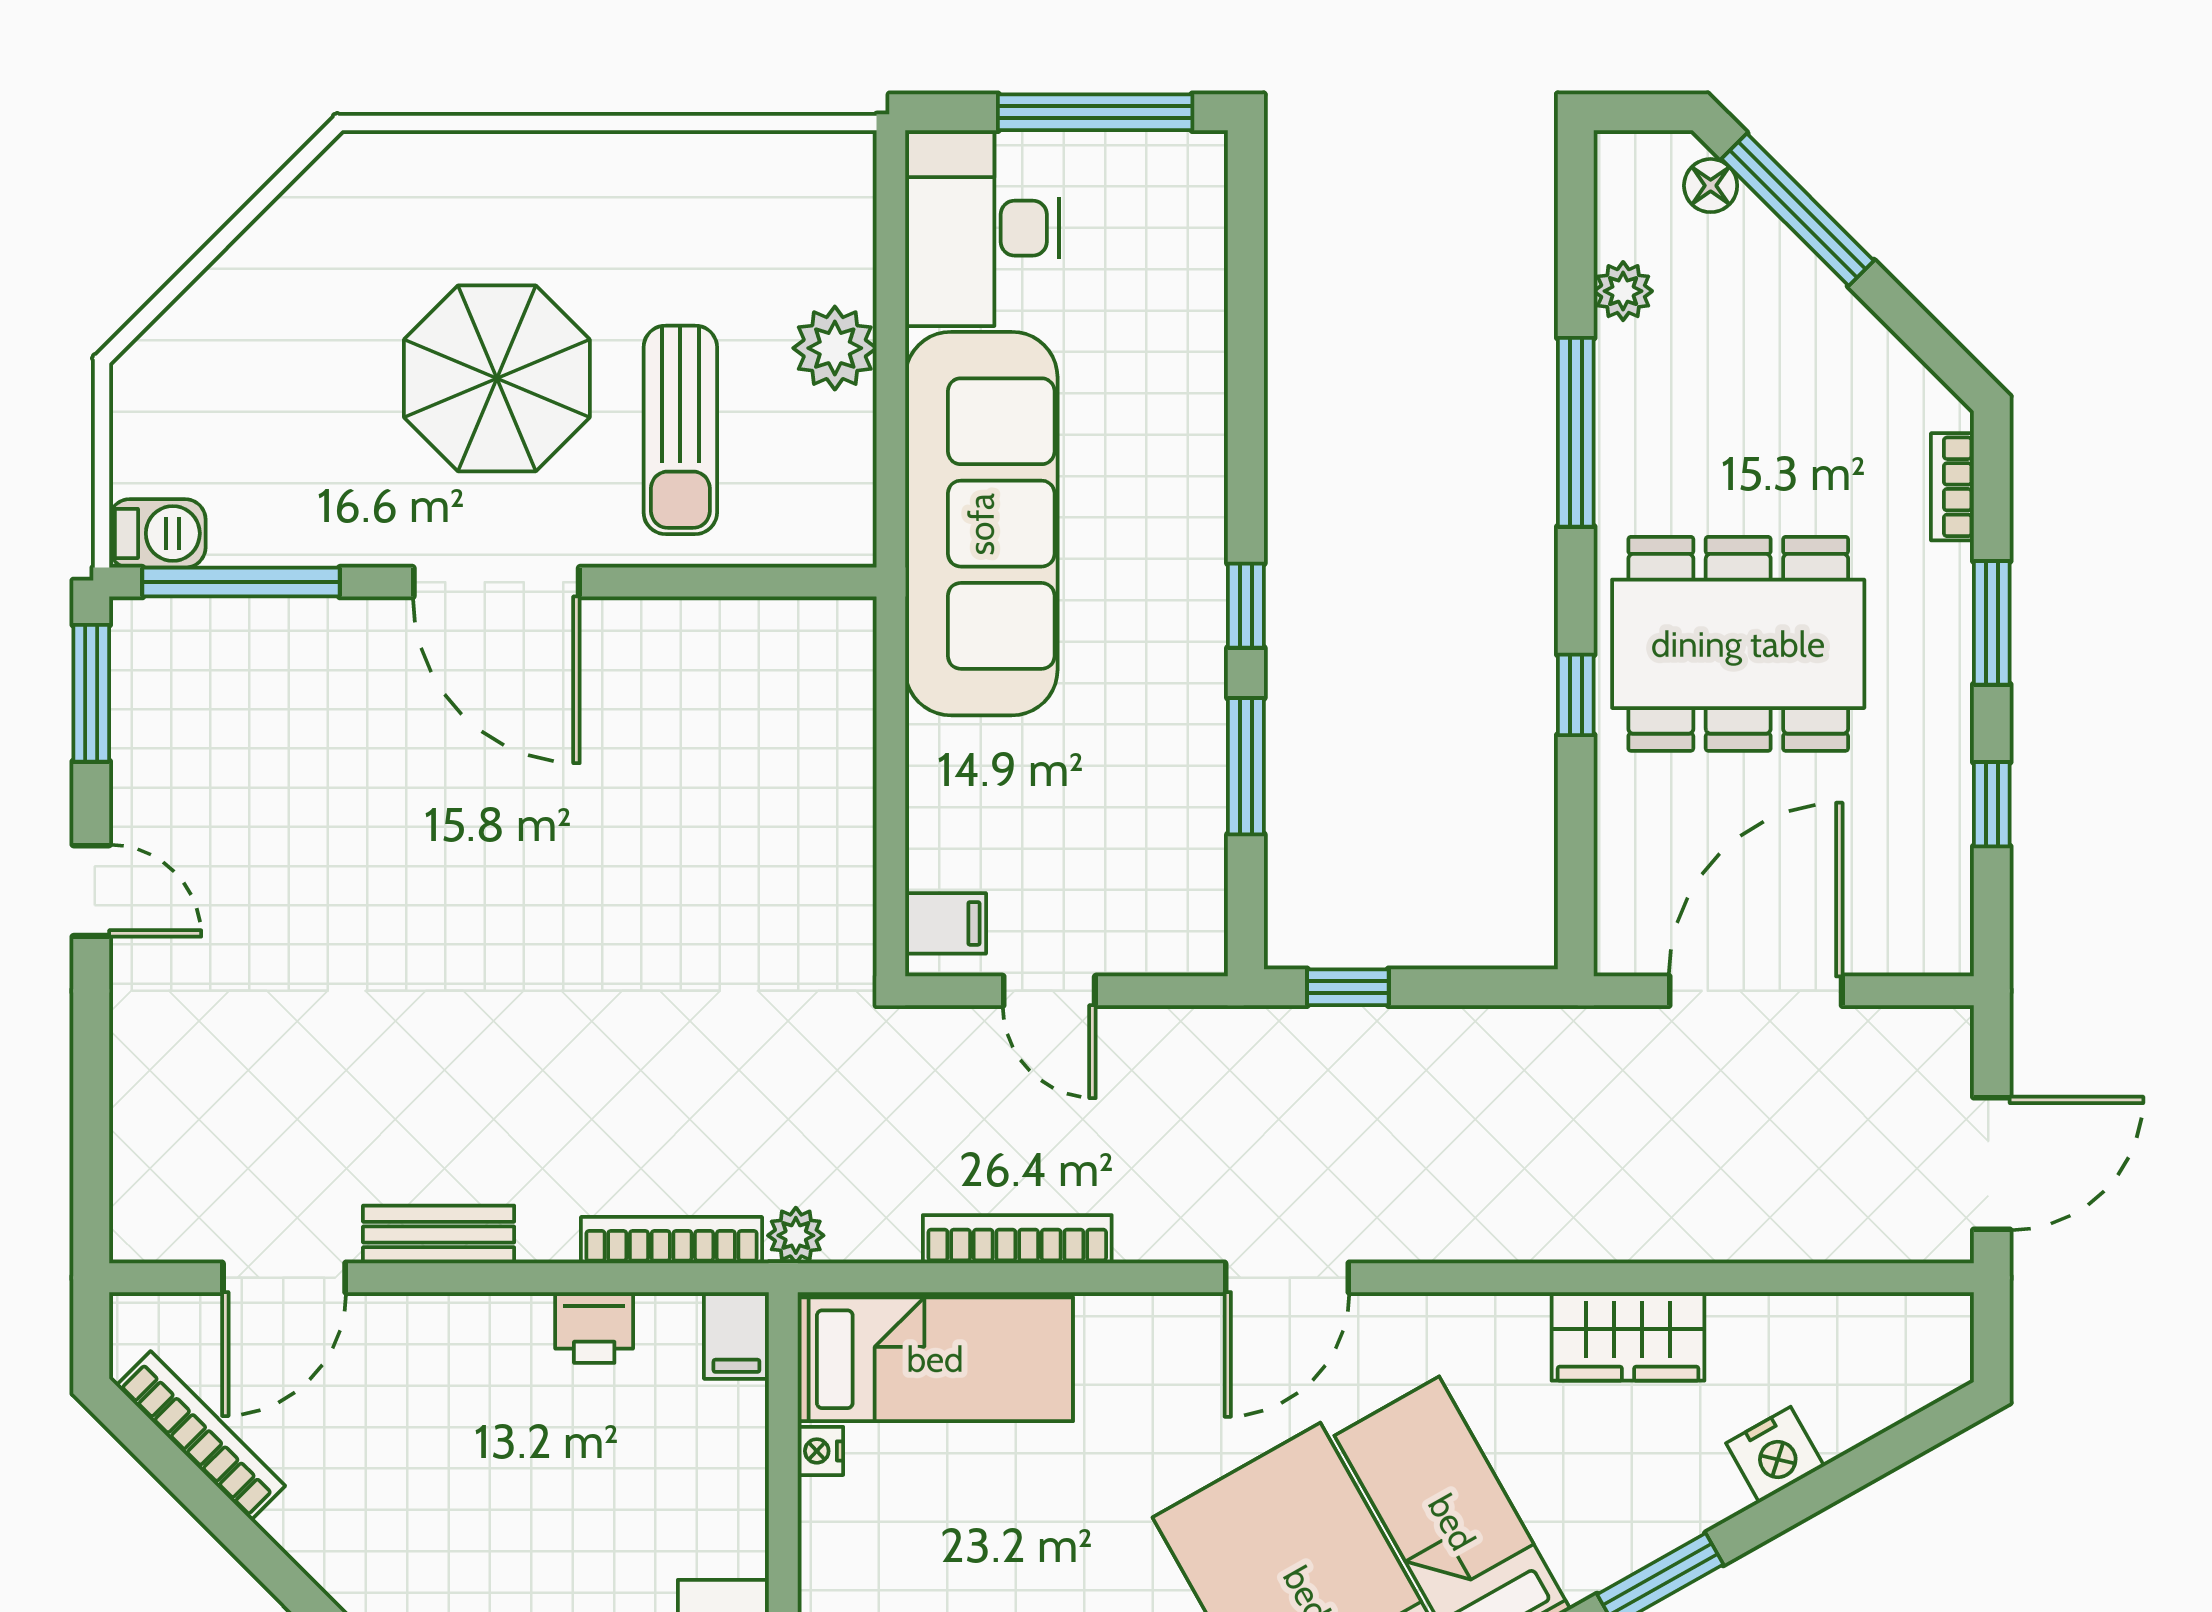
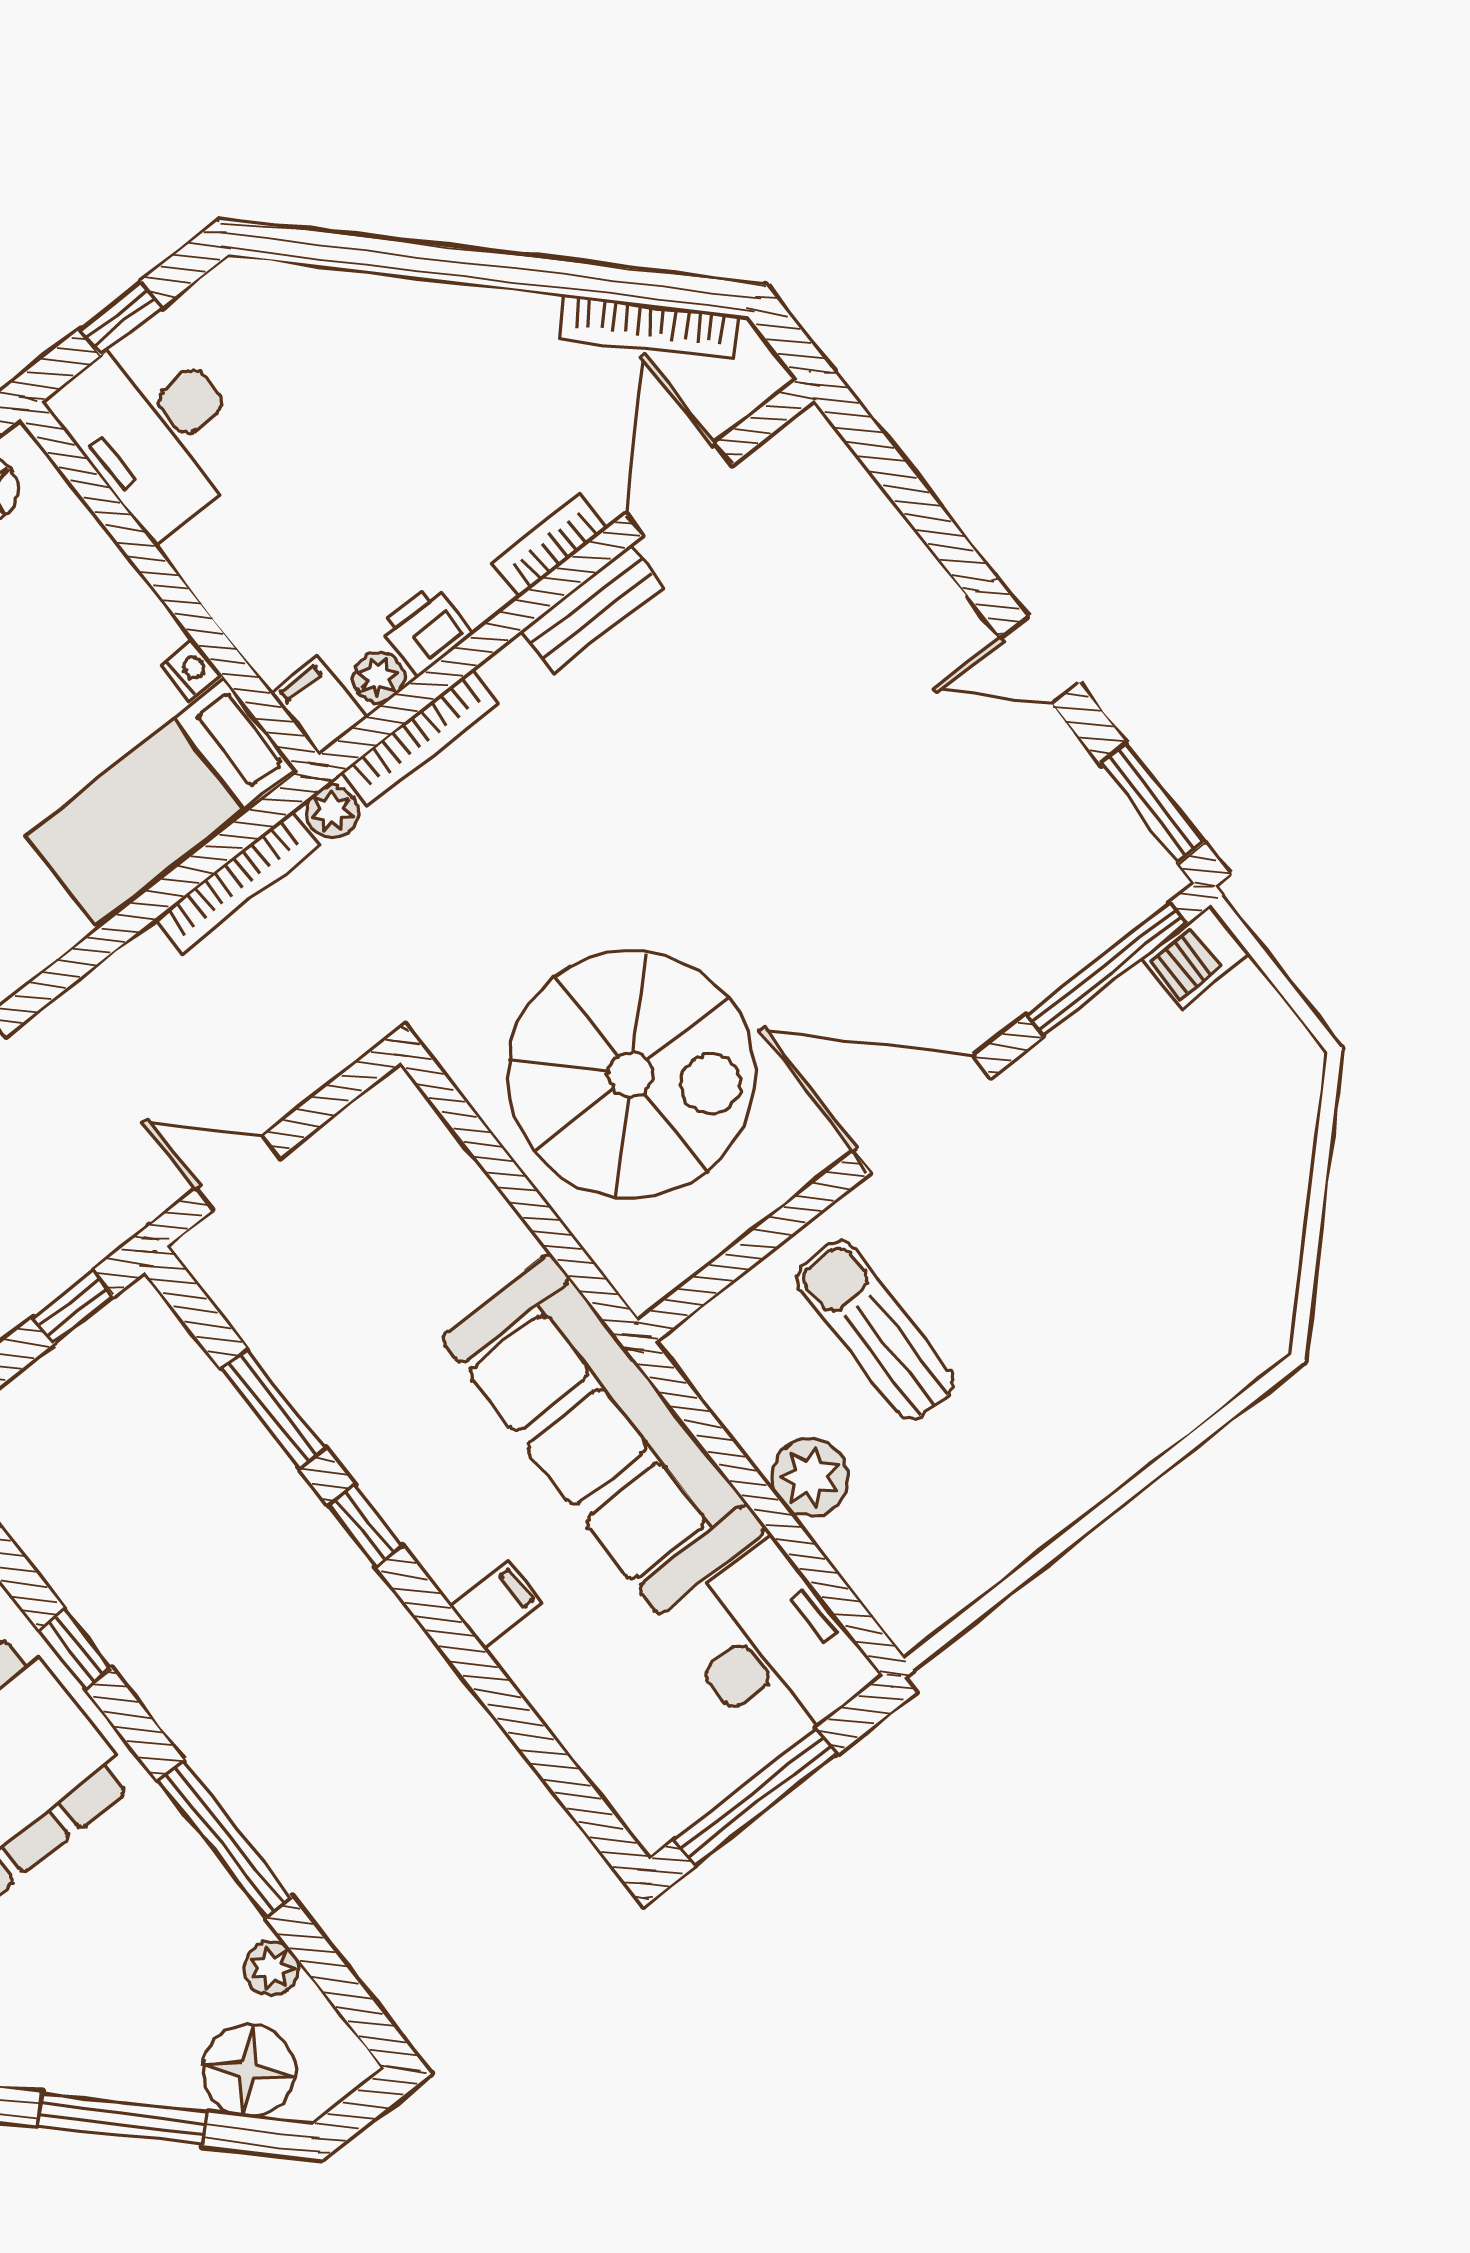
floor lamp: (1711, 186) -> (249, 2071), width x1.89, depth x1.89
window: (1798, 210) -> (122, 2119), moved
parasol: (497, 378) -> (1038, 1263), removed
spiral stairs: (717, 811) -> (631, 1074), added
filing cabinet: (946, 923) -> (496, 1605), moved, turned 180
door: (1049, 991) -> (238, 1173), moved
bookcase: (1017, 1239) -> (237, 882), moved
bookcase: (432, 1316) -> (550, 545), added
plant: (666, 1319) -> (379, 677), added

